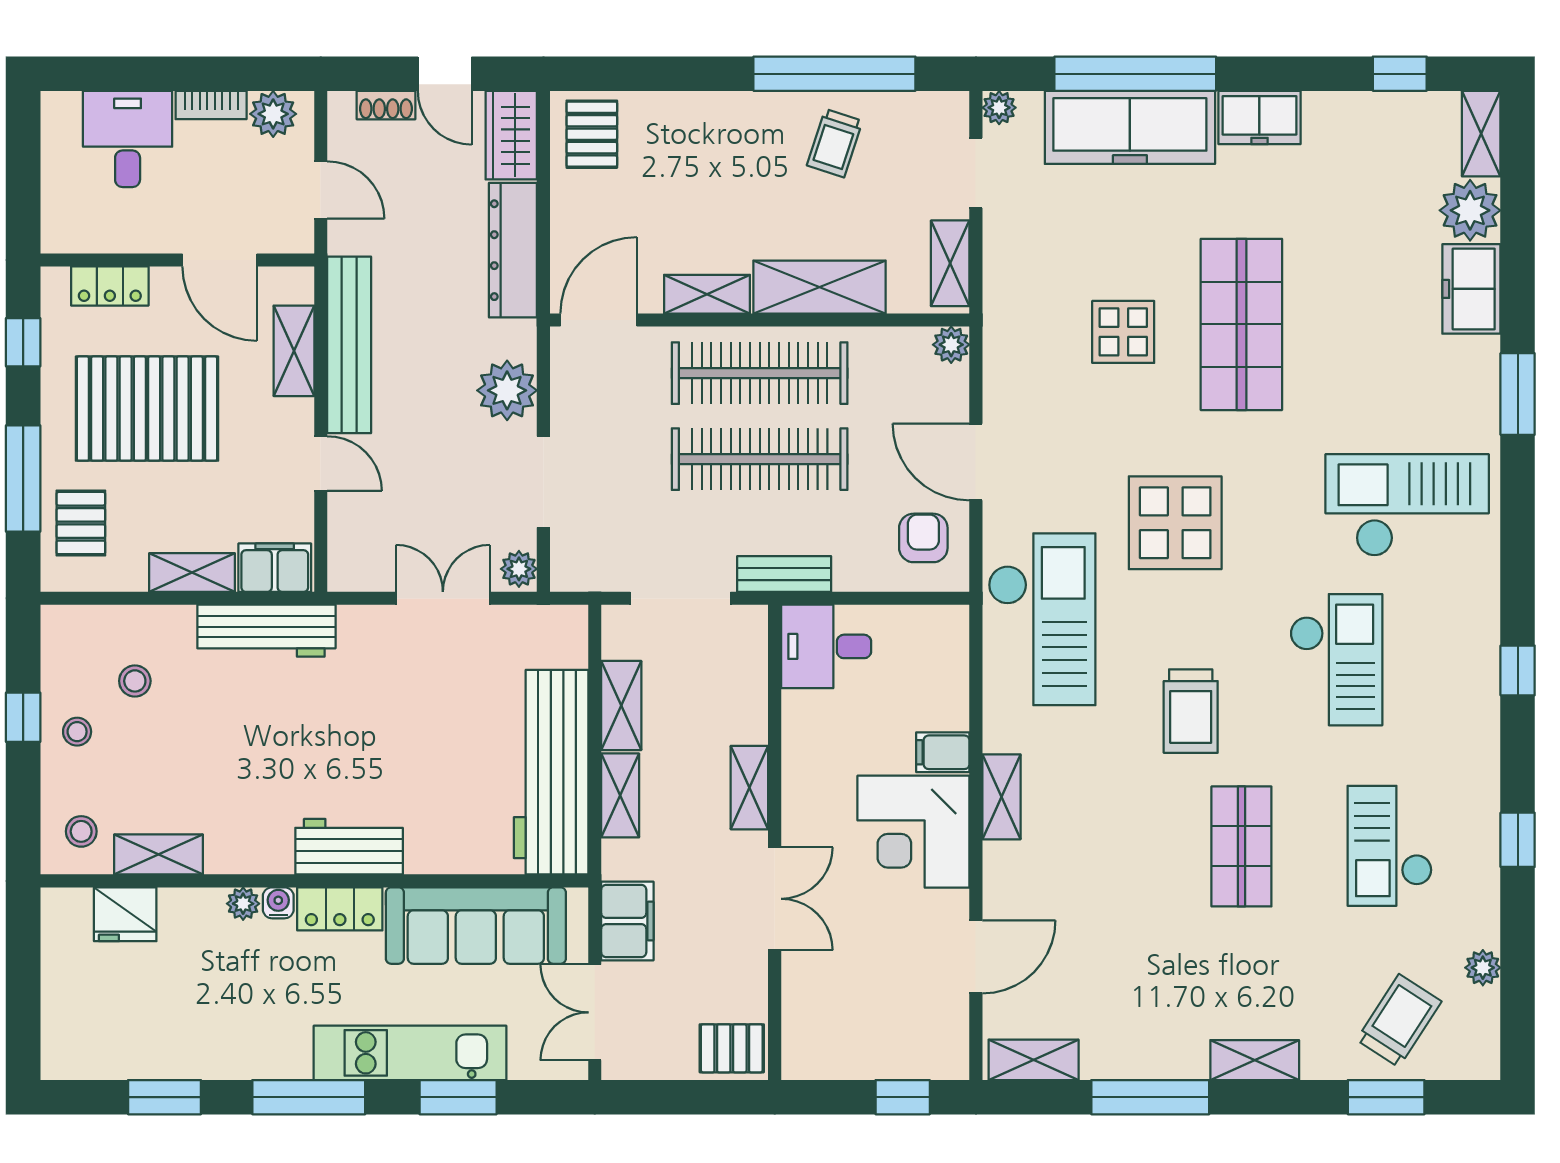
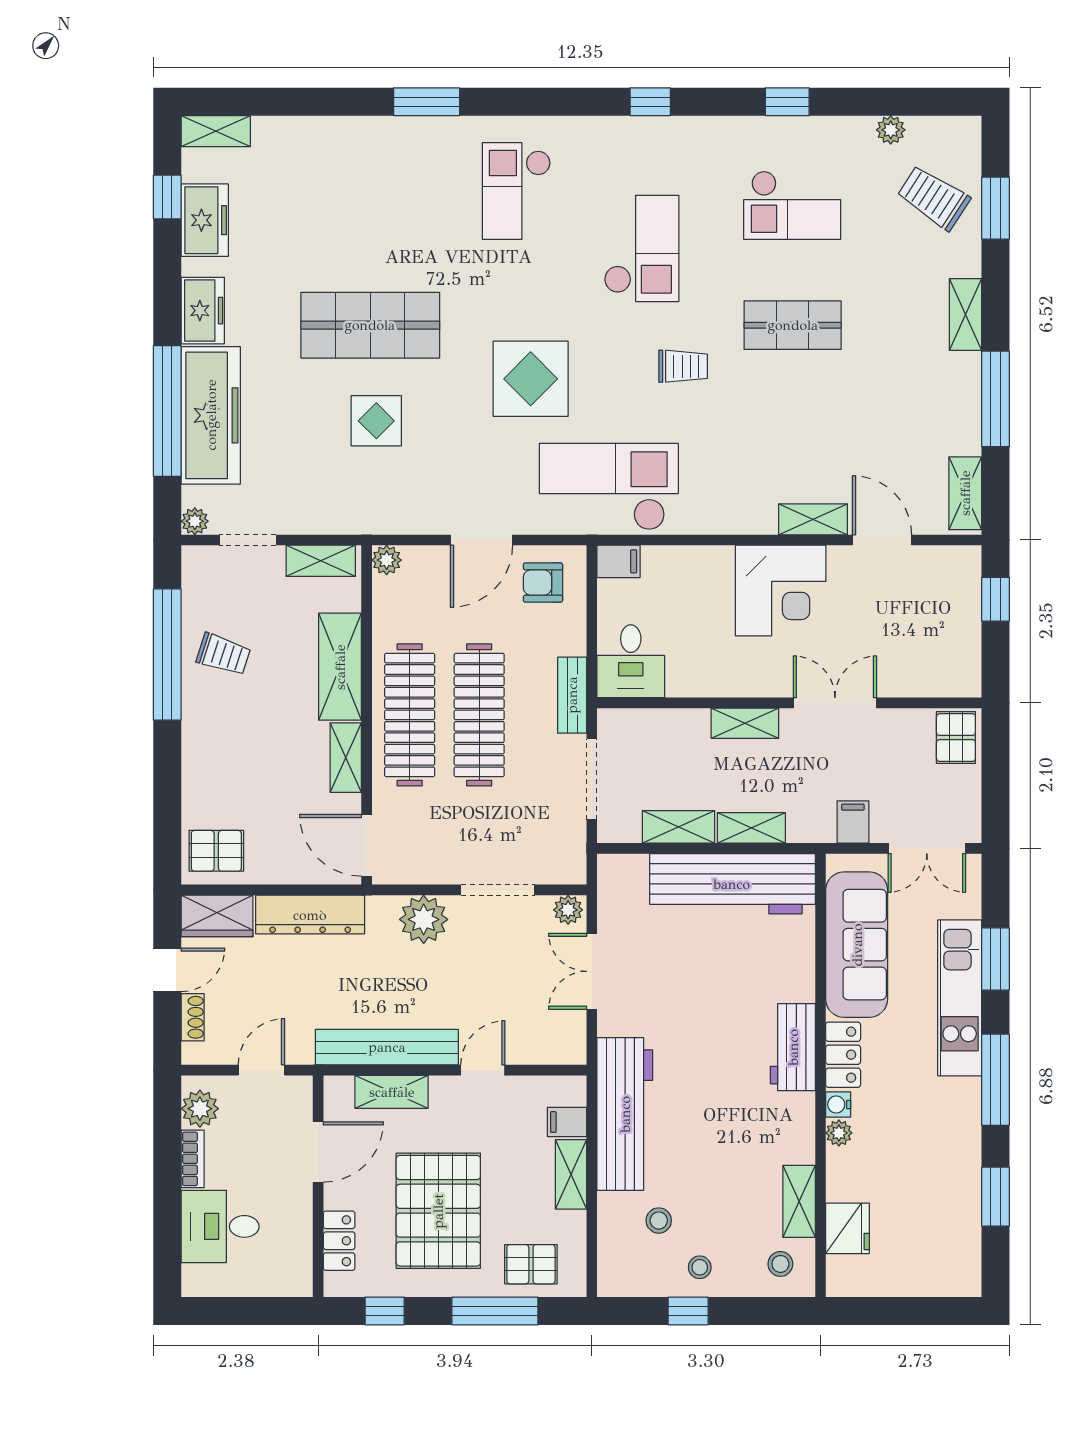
plant: (1470, 210) -> (278, 140), removed
freezer: (1471, 289) -> (205, 220), moved, turned -90
checkout: (1407, 505) -> (516, 191), width x0.73, depth x0.83
filing cabinet: (275, 568) -> (567, 1122), width x0.50
workbench: (266, 631) -> (625, 1114), width x1.36, depth x1.32
checkout: (1336, 660) -> (641, 248), turned 90
trolley: (1191, 711) -> (683, 366), width x0.73, depth x0.72
filing cabinet: (943, 752) -> (619, 561), moved, turned -90
shelving: (1001, 797) -> (813, 519), moved
filing cabinet: (627, 921) -> (853, 822), width x0.50

